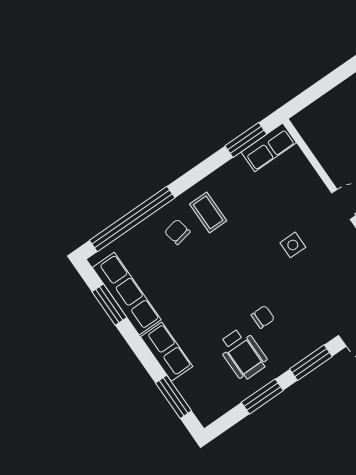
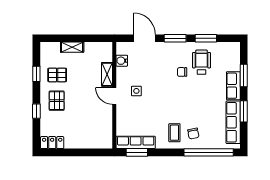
row of seats: (269, 147) -> (136, 142), width x1.48
side table: (293, 245) -> (136, 91), moved
window: (109, 305) -> (244, 111), moved
window: (173, 397) -> (244, 76), moved

